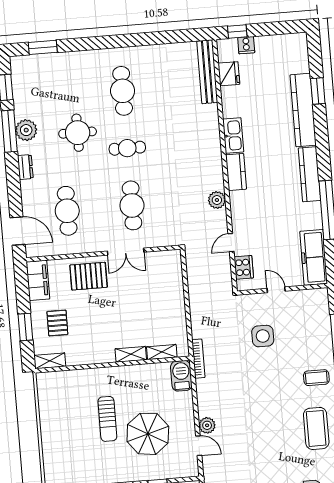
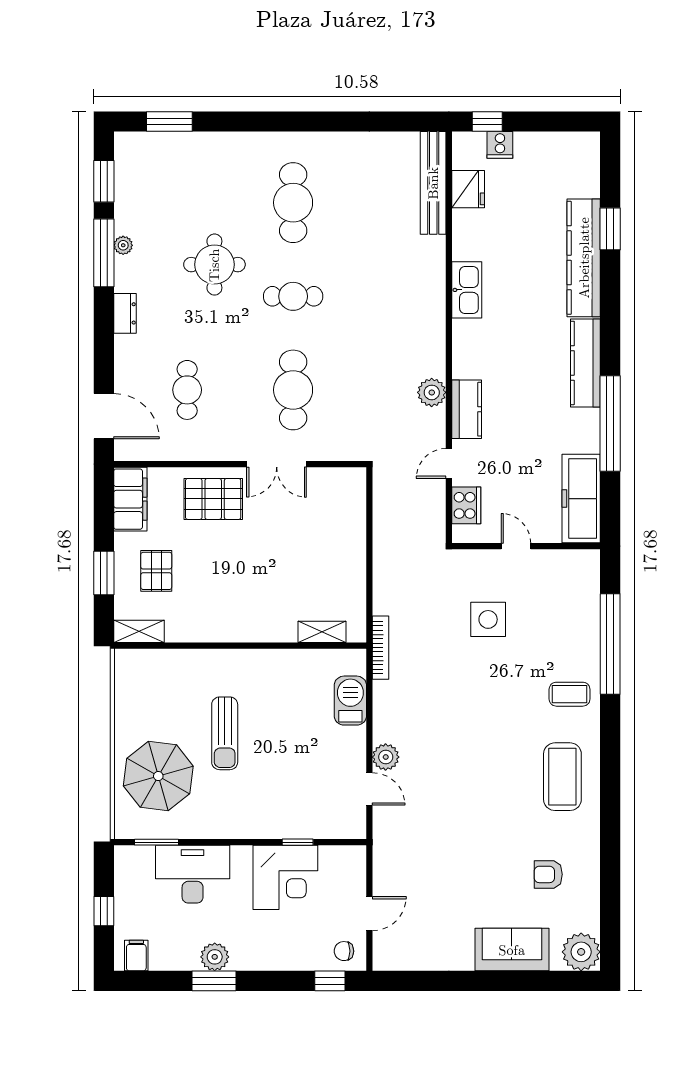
plant: (26, 130) -> (123, 245), width x0.53, depth x0.53
kitchen counter: (236, 172) -> (467, 409), moved
cafe table: (67, 211) -> (187, 390), width x0.73, depth x0.74
shelving: (131, 354) -> (271, 632), removed
barbecue: (181, 376) -> (350, 701), moved
parasol: (148, 434) -> (158, 776), moved

